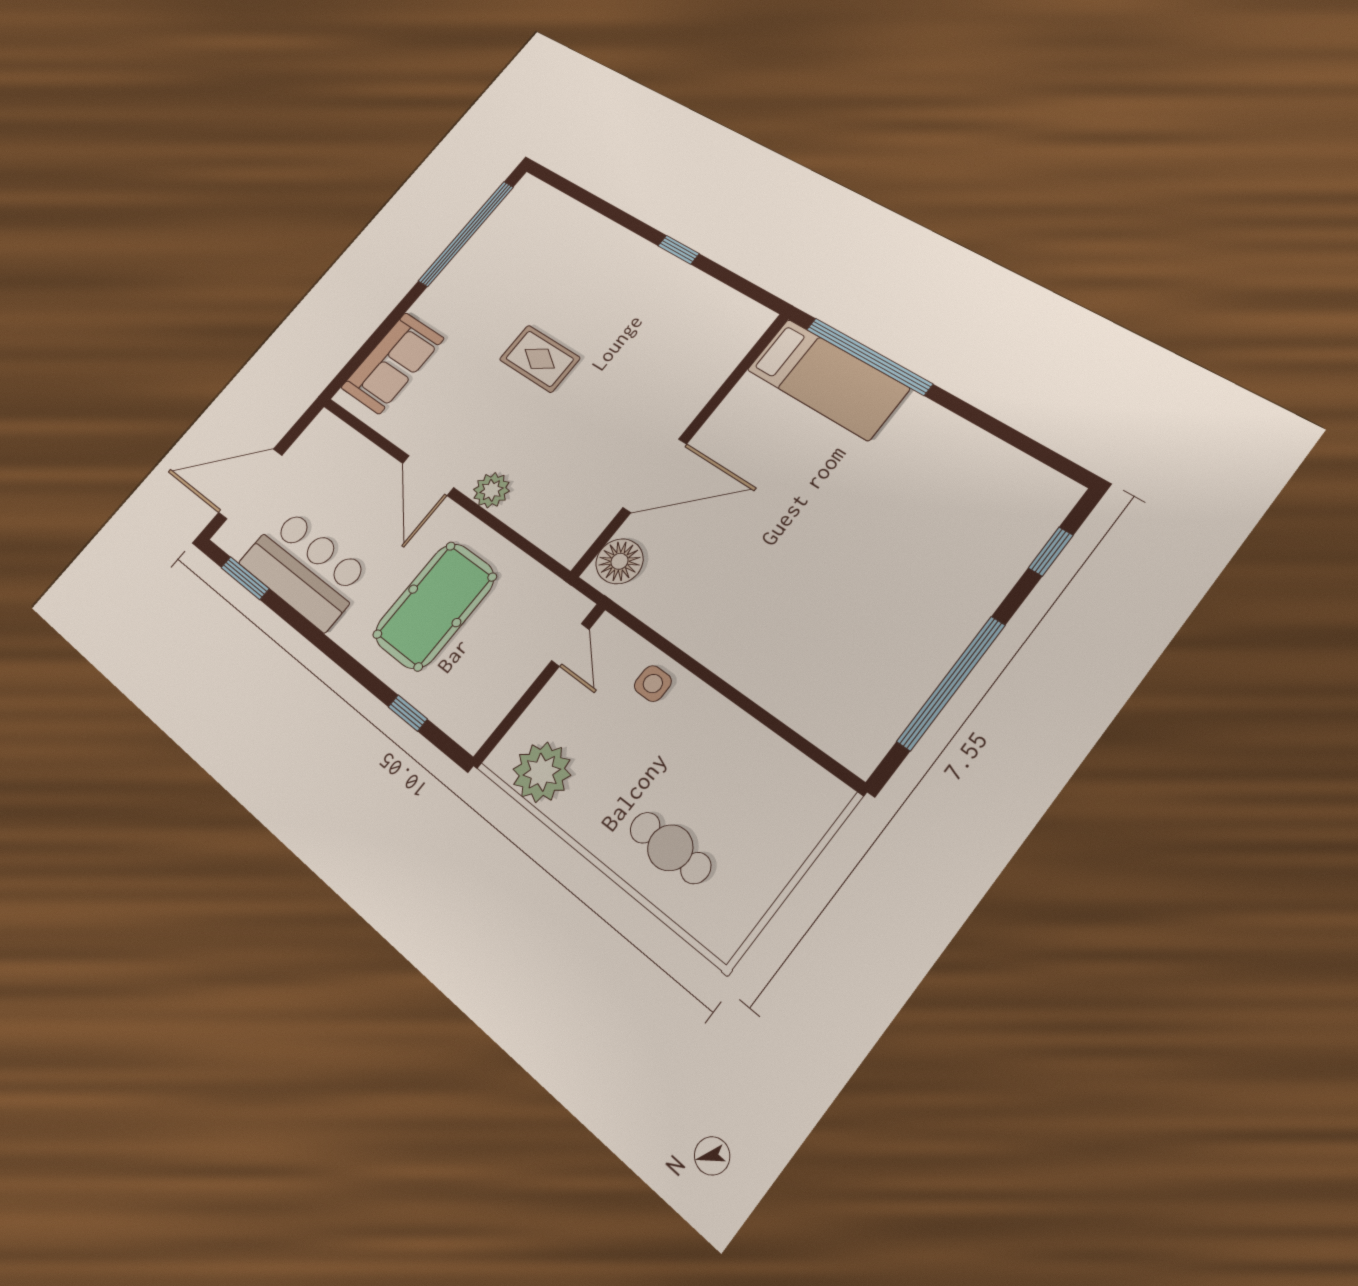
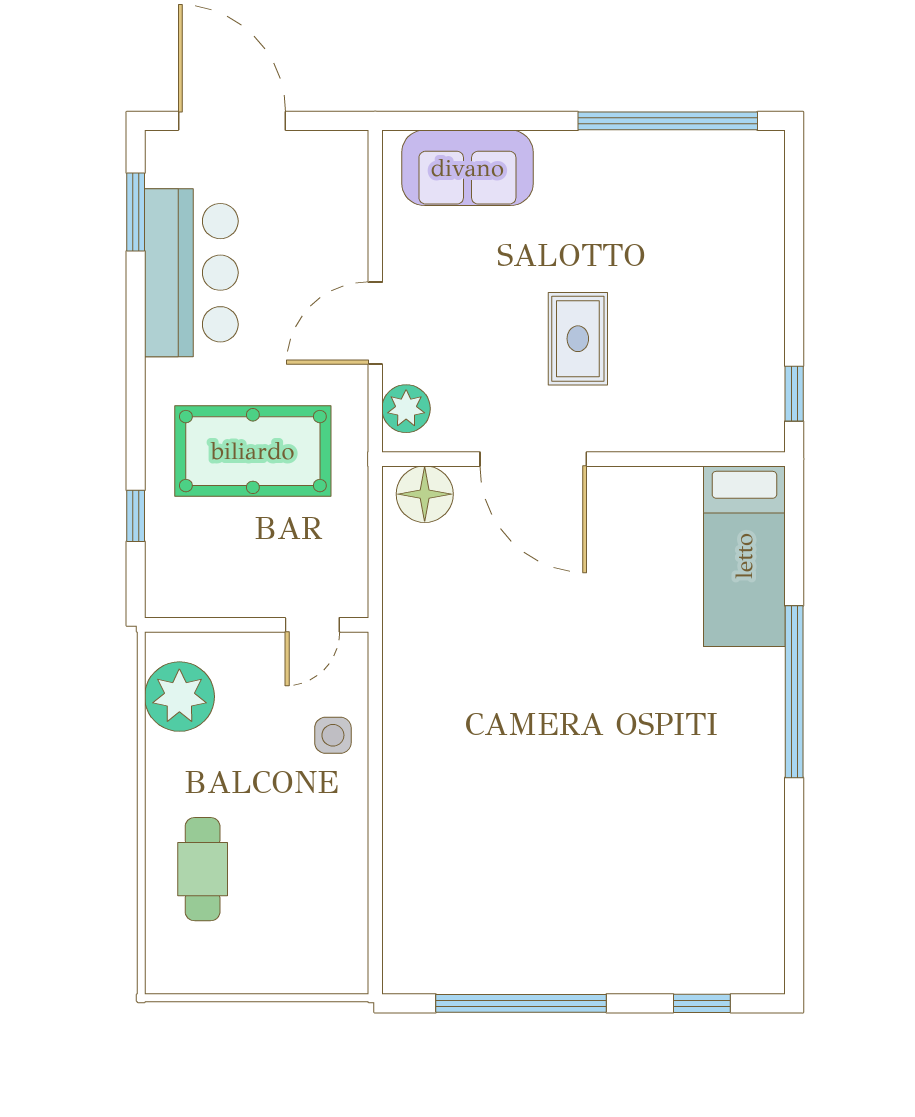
bed: (827, 379) -> (744, 556), moved
wall: (681, 443) -> (584, 459), moved
door: (655, 476) -> (533, 459), moved
floor lamp: (620, 561) -> (425, 494), moved

